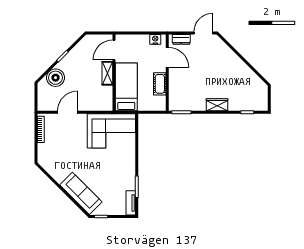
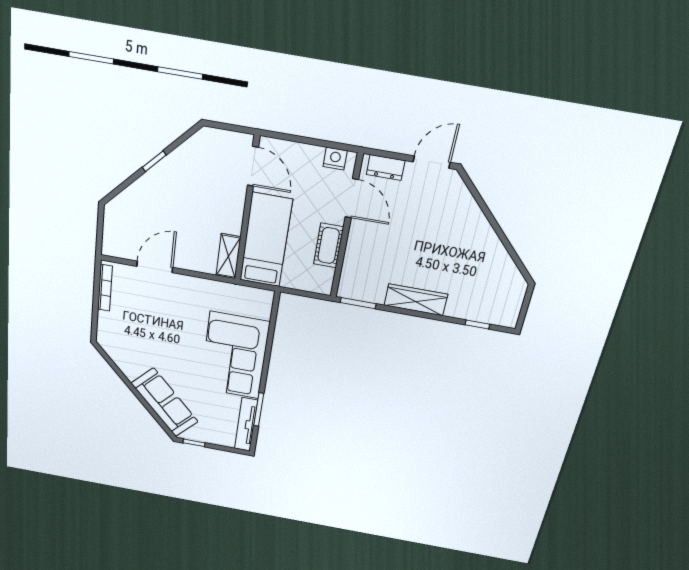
door: (114, 50) -> (253, 166), swing flipped
shelving: (107, 73) -> (228, 256), moved
boiler: (56, 78) -> (138, 200), removed
wardrobe: (217, 105) -> (416, 300), width x1.50
corner sofa: (111, 131) -> (235, 356), moved, turned 90
tv unit: (131, 203) -> (246, 425), width x1.41

